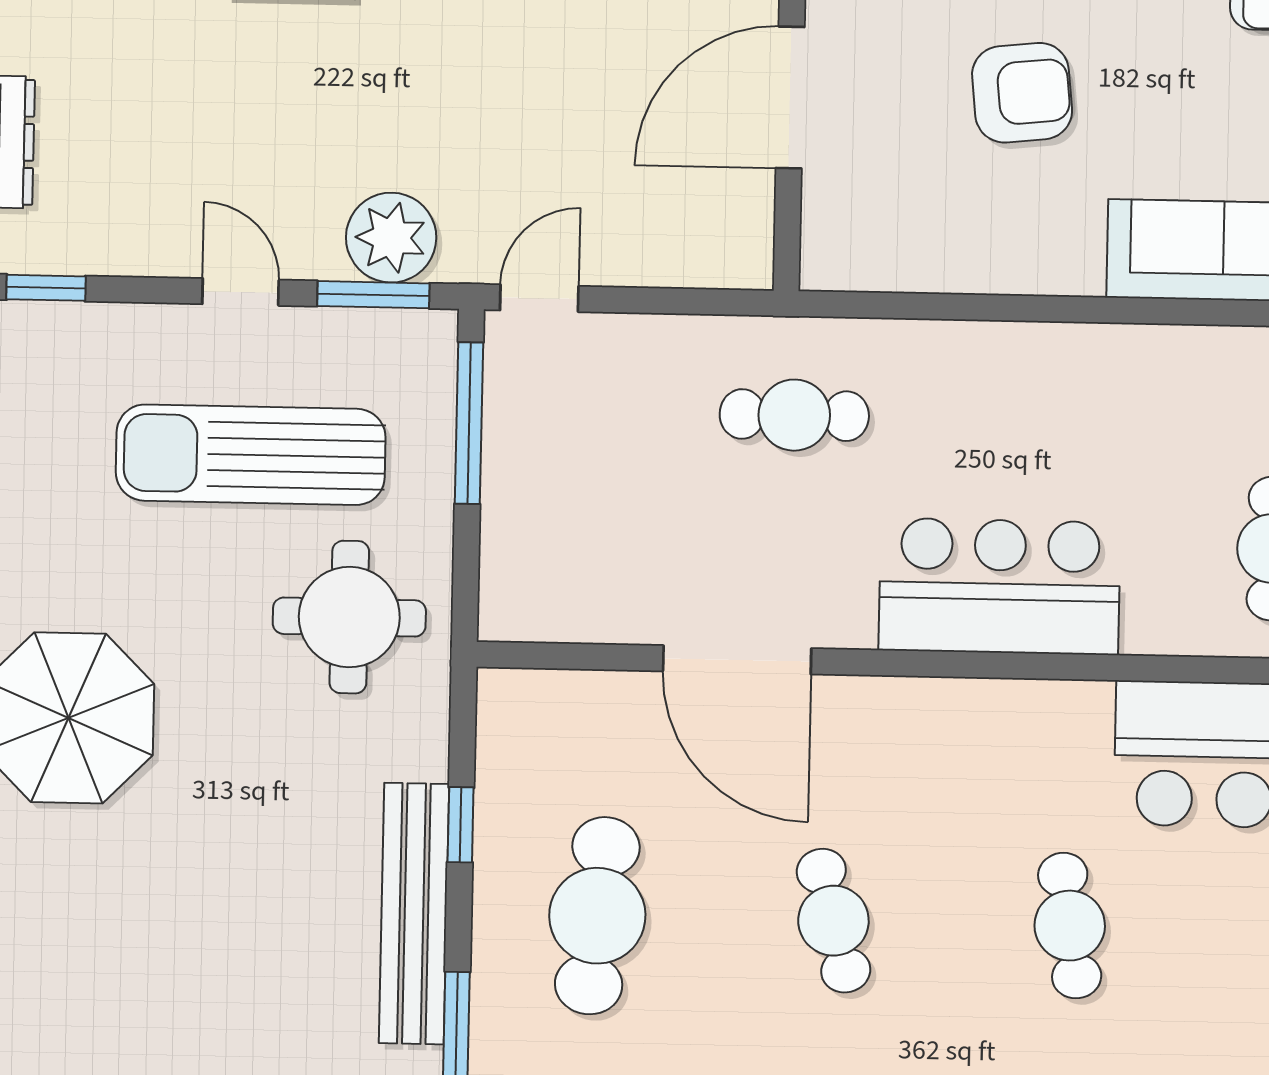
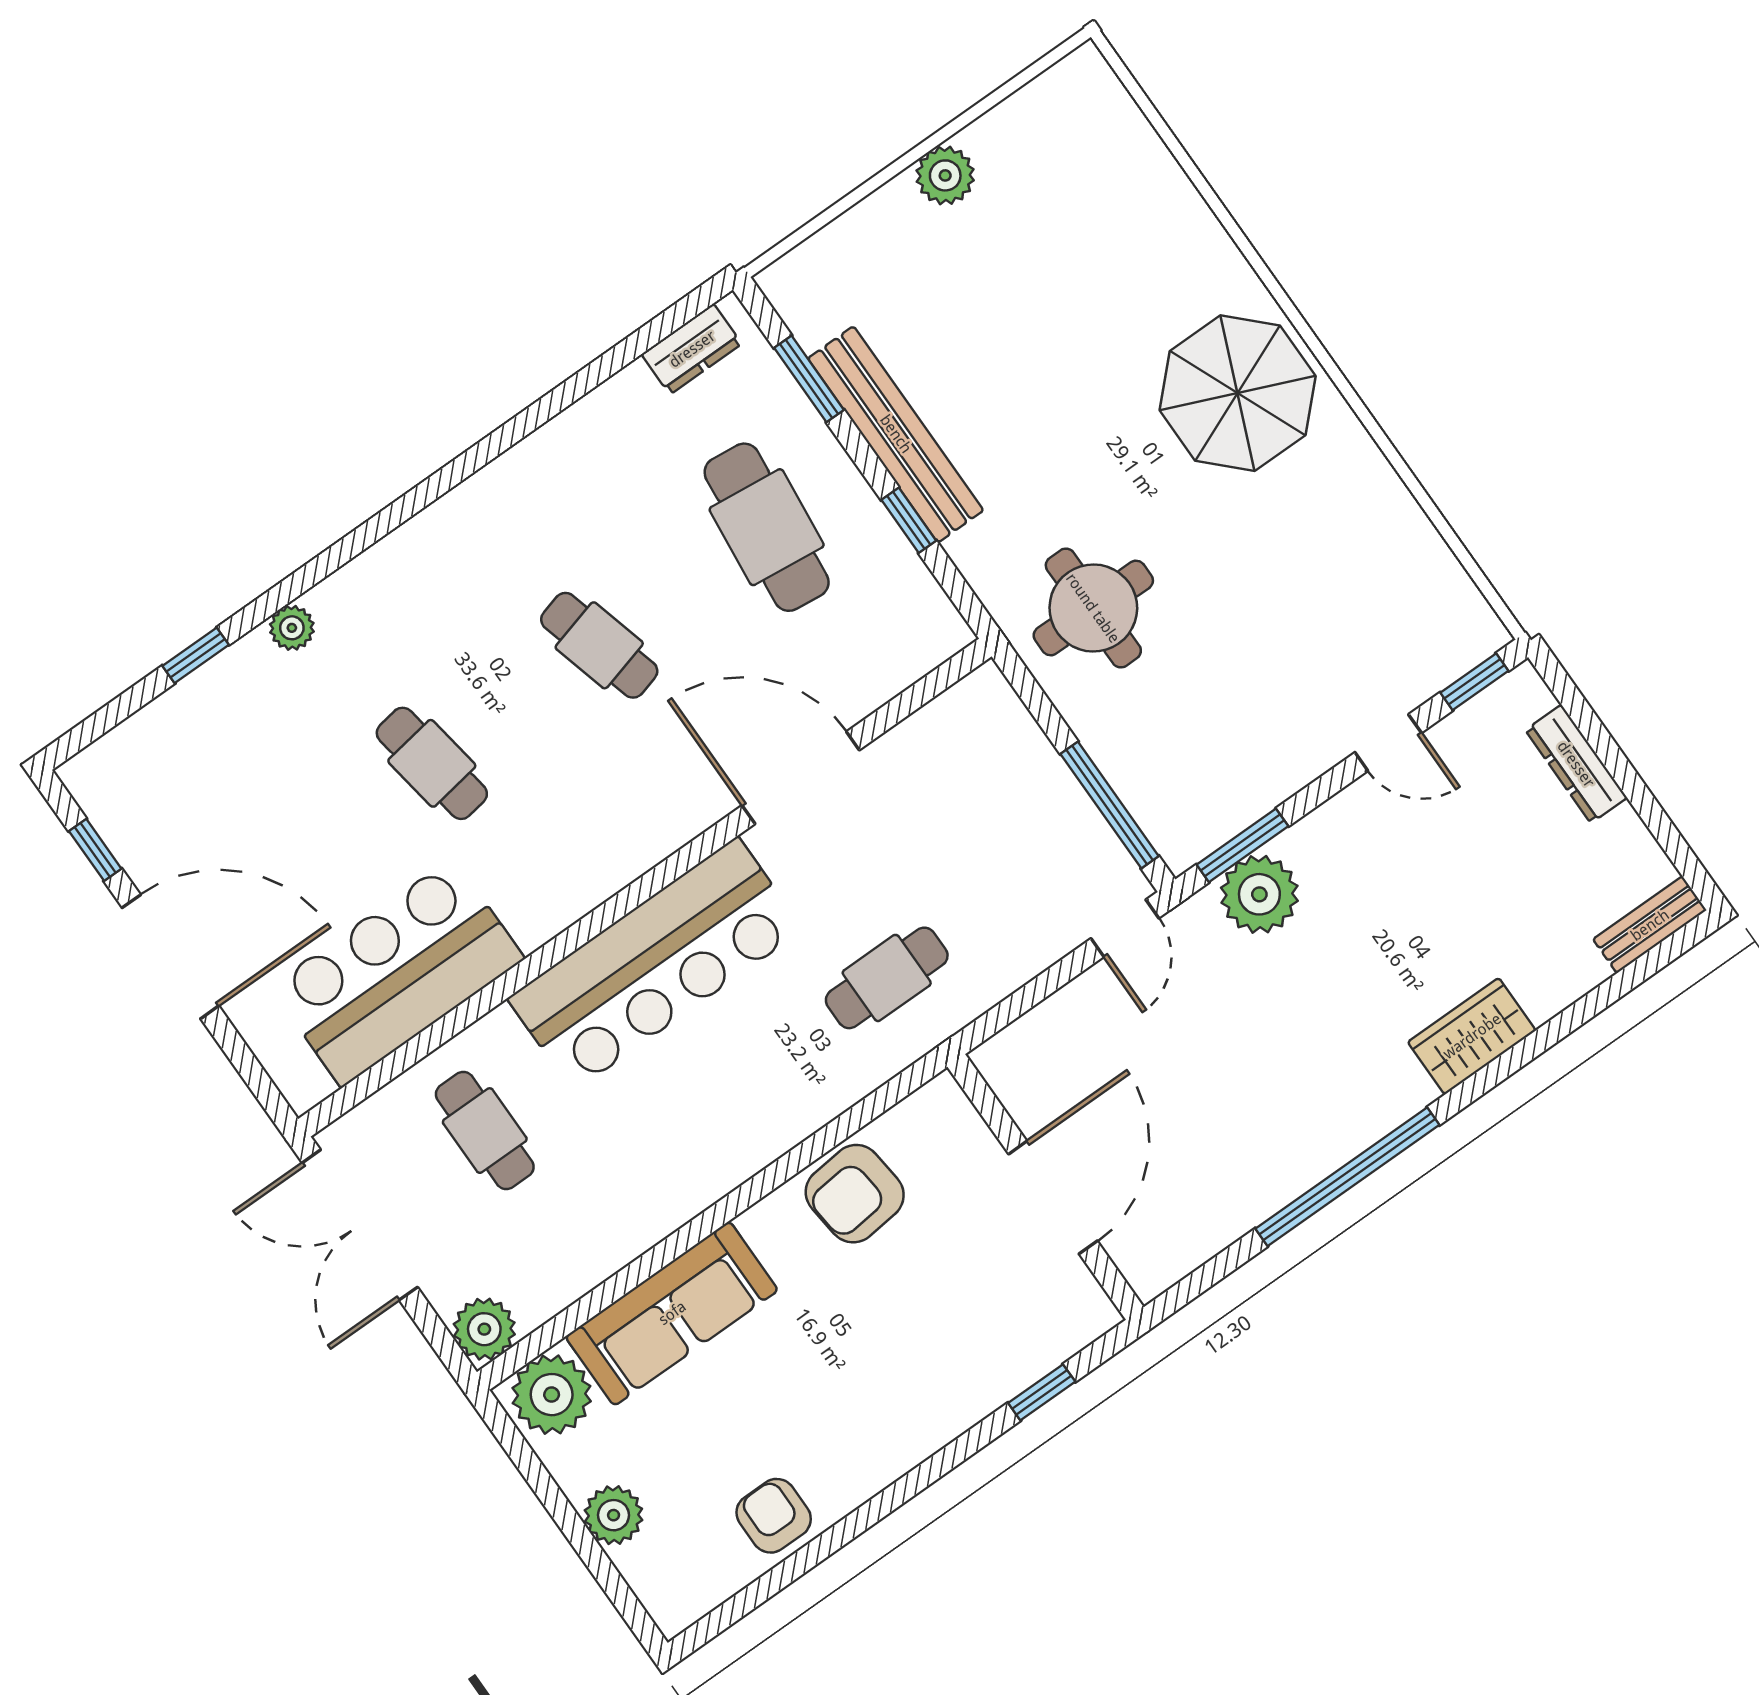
armchair: (1022, 93) -> (855, 1194), moved
door: (241, 292) -> (1388, 743), moved
sun lounger: (251, 455) -> (1246, 671), removed
bar counter: (1000, 586) -> (655, 964), width x1.36

